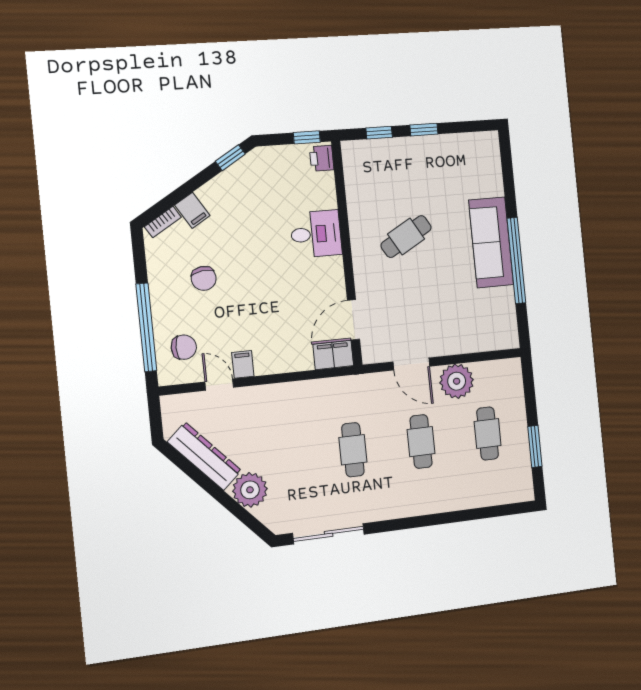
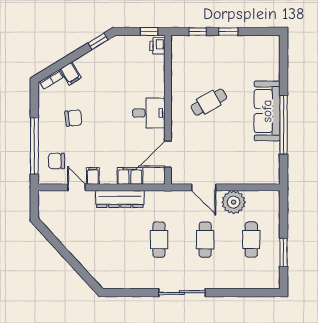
desk: (316, 234) -> (149, 113), moved
chair: (204, 278) -> (73, 118), turned -88
chair: (184, 347) -> (57, 161), turned 180
filing cabinet: (333, 355) -> (130, 176), moved
dresser: (204, 456) -> (120, 199), moved, turned 132
plant: (250, 490) -> (89, 257), removed
sliding door: (329, 534) -> (182, 293), moved

